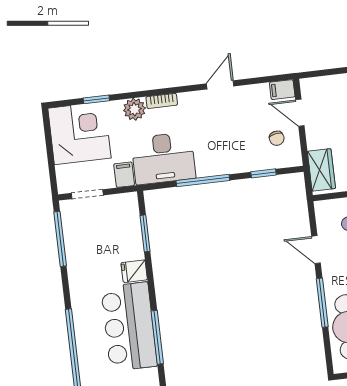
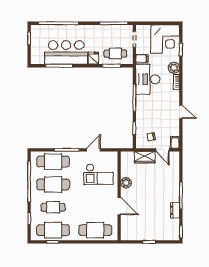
door: (300, 113) -> (162, 150), swing flipped
wardrobe: (321, 170) -> (145, 157), moved
cafe table: (120, 229) -> (115, 54), added

